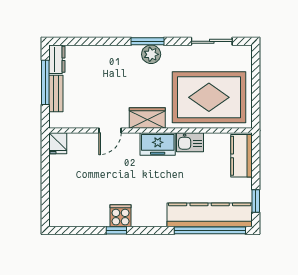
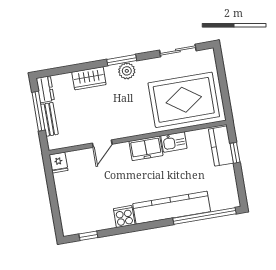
wardrobe: (147, 118) -> (89, 78), moved, turned 180
window: (256, 201) -> (235, 153), moved
kitchen counter: (210, 215) -> (172, 208), moved
window: (116, 230) -> (88, 236), moved

